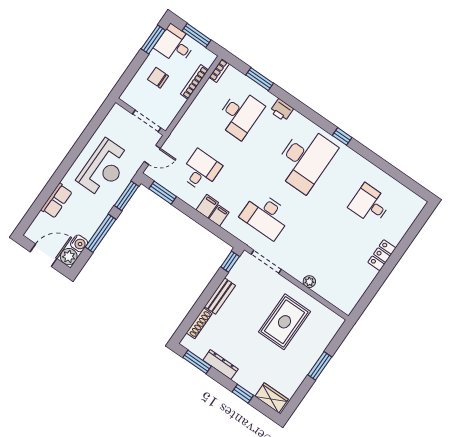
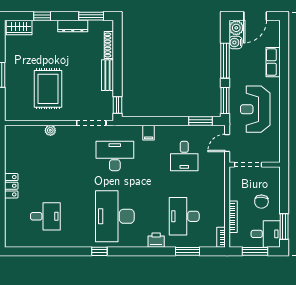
chair: (158, 78) -> (261, 202), turned 93
filing cabinet: (207, 206) -> (162, 134), removed

